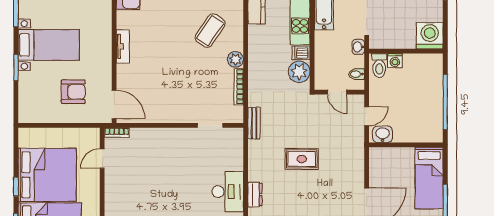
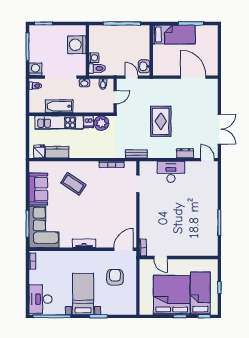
washing machine: (430, 36) -> (77, 45), moved
plant: (236, 59) -> (93, 167), removed
rug: (302, 159) -> (161, 121), width x1.36, depth x1.43
desk: (228, 192) -> (171, 172), moved

